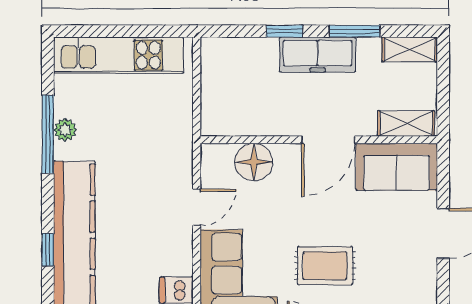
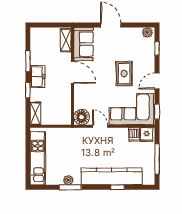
shelving: (410, 49) -> (35, 113), moved
freezer: (318, 55) -> (37, 77), width x0.71
window: (48, 134) -> (70, 187), width x0.69
floor lamp: (254, 162) -> (82, 117), moved

